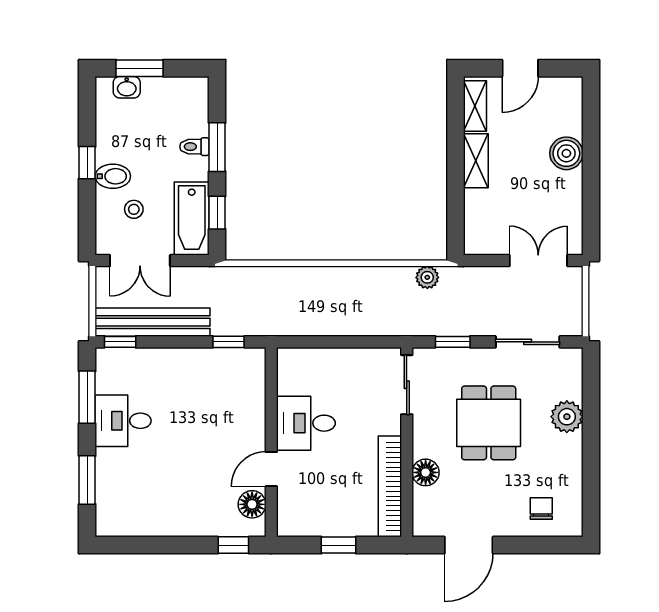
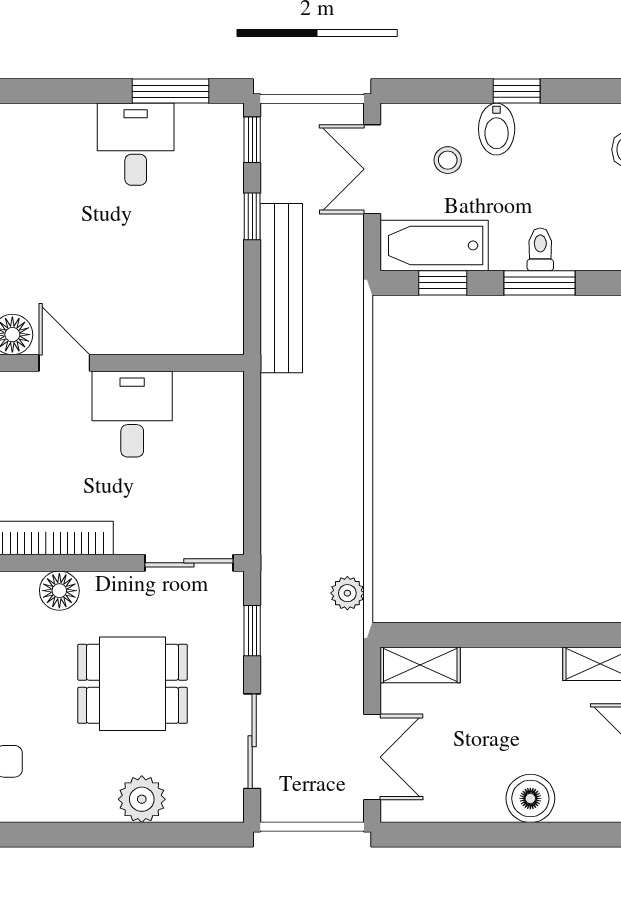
shelving: (476, 161) -> (420, 665), moved
bench: (153, 322) -> (281, 288), moved
window: (229, 342) -> (252, 216), moved
window: (87, 480) -> (48, 91), removed

